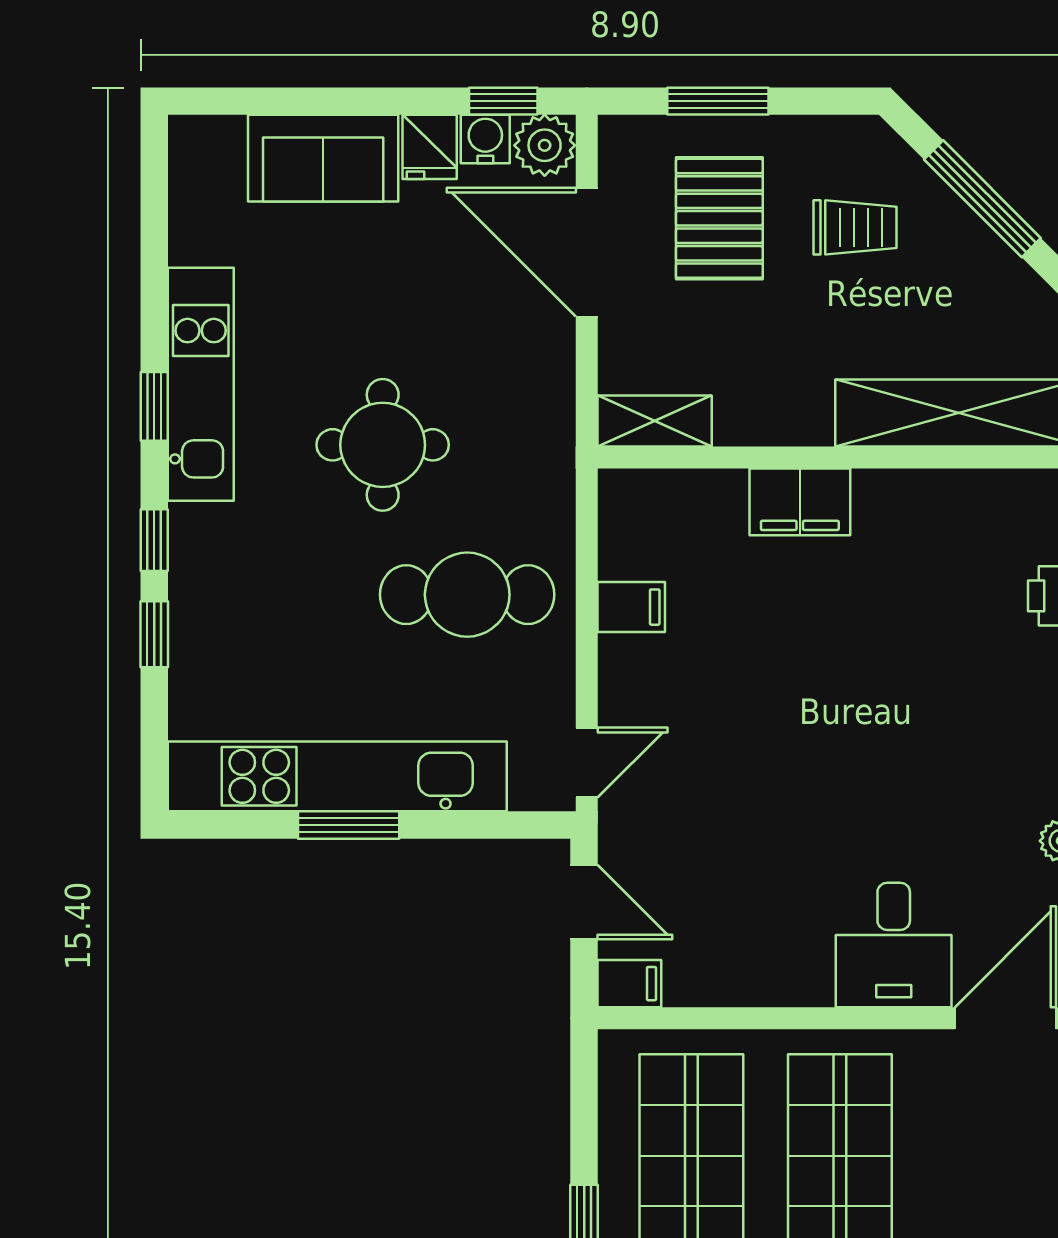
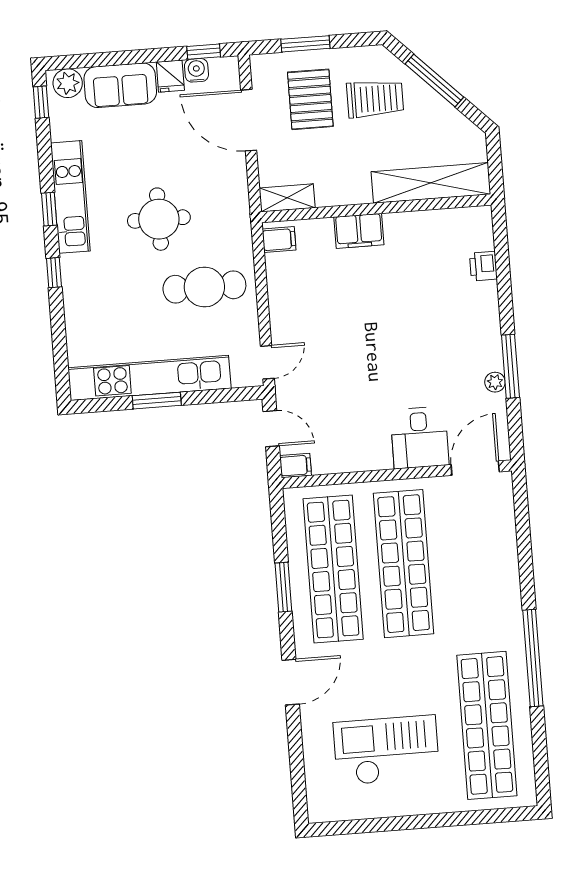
plant: (545, 145) -> (68, 83), moved
trolley: (855, 227) -> (375, 99), width x1.36, depth x1.39
filing cabinet: (631, 607) -> (279, 240), moved
window: (154, 634) -> (41, 102), moved

